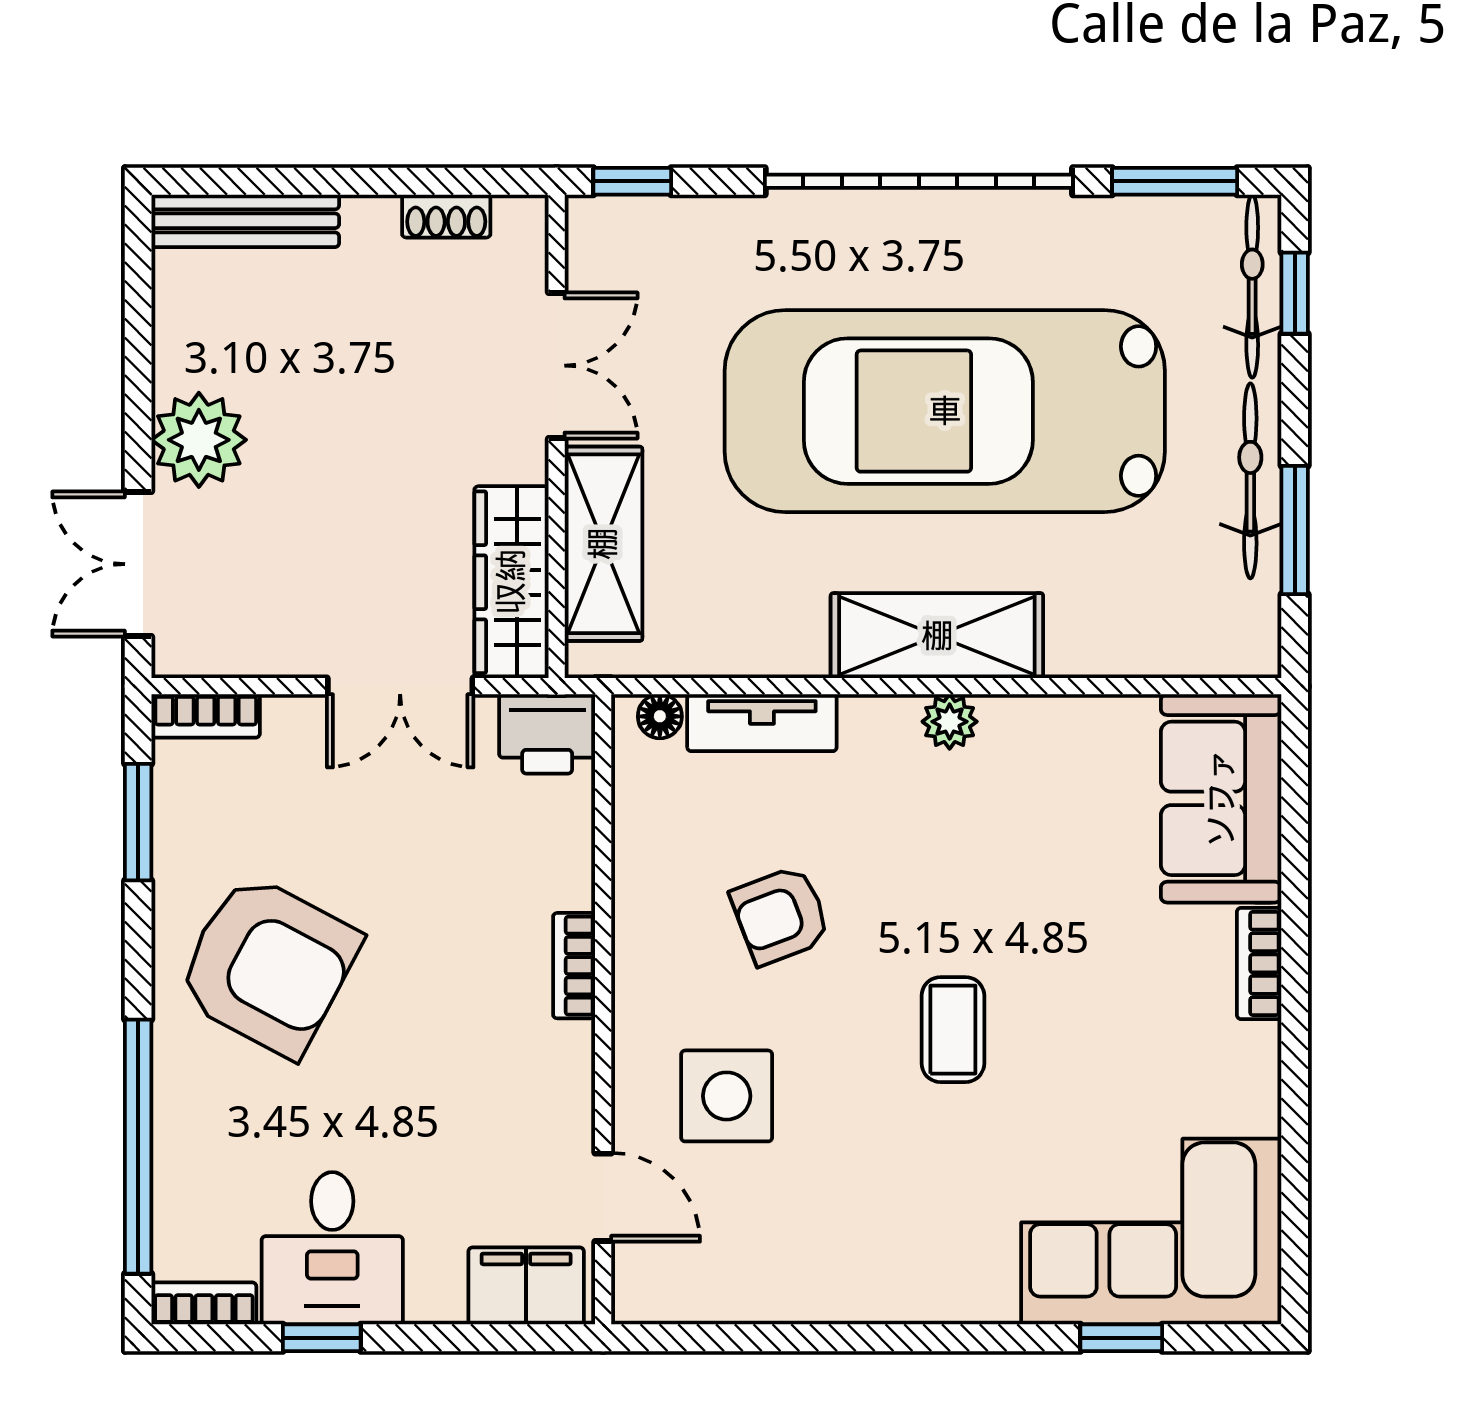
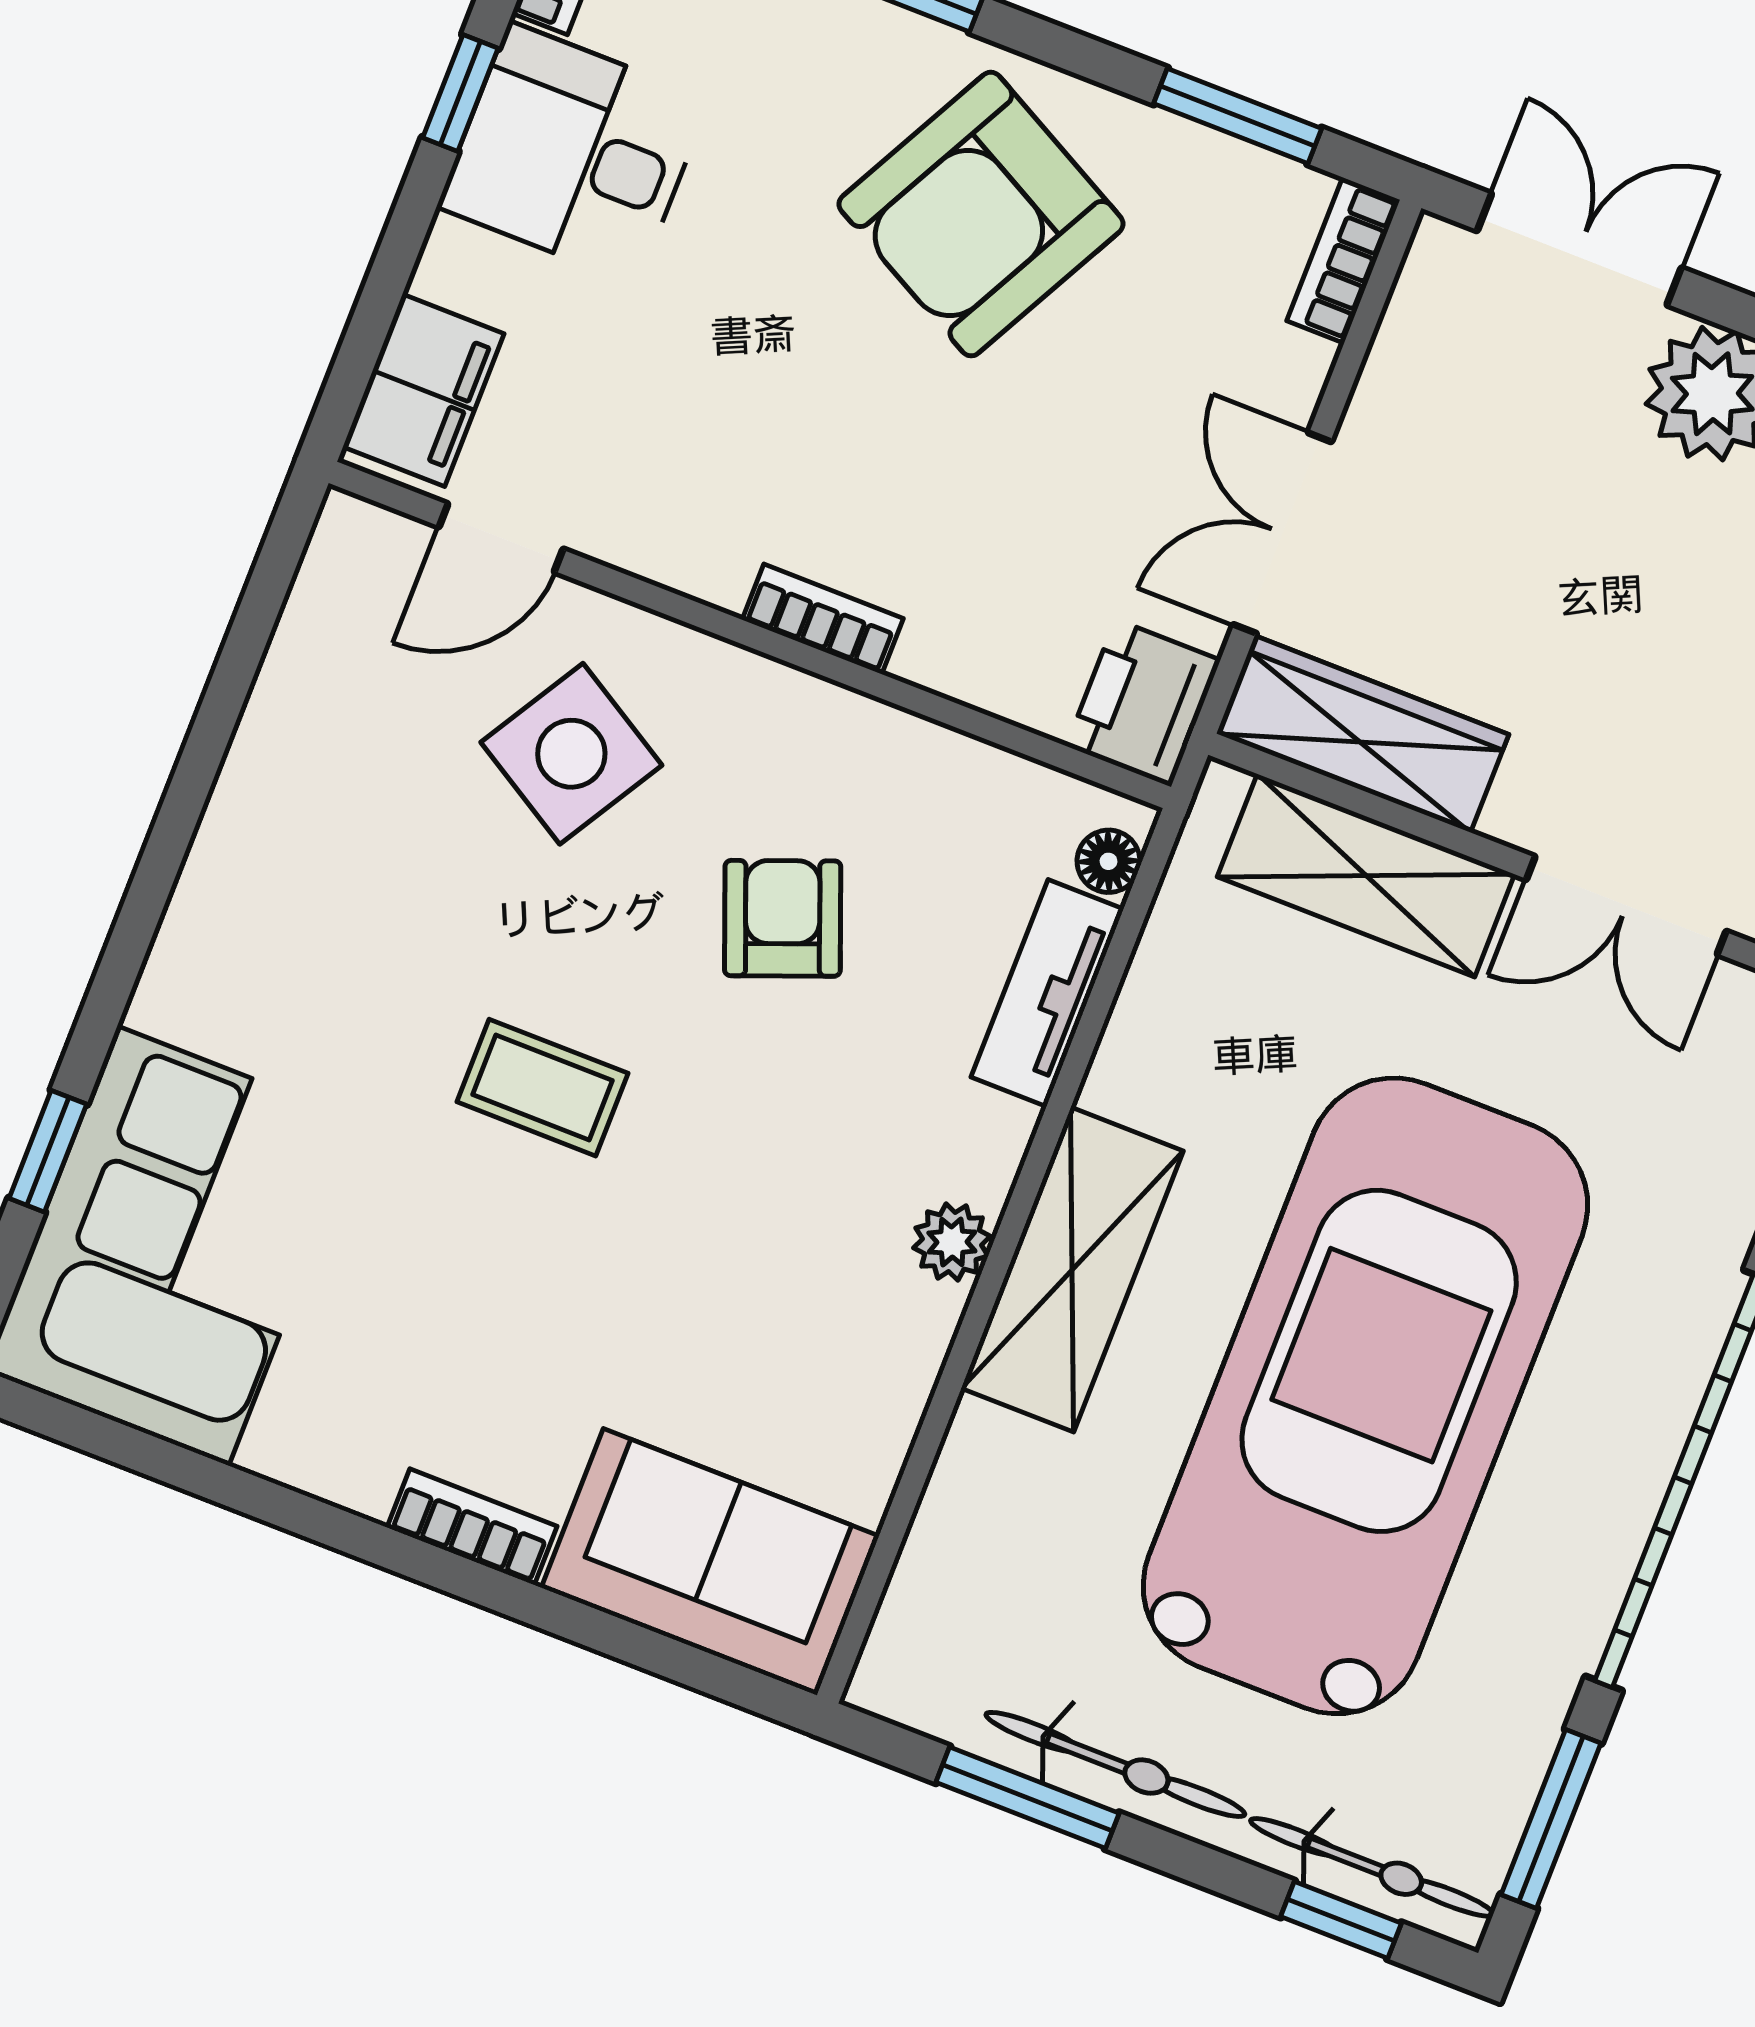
side table: (727, 1096) -> (571, 754), turned 31

